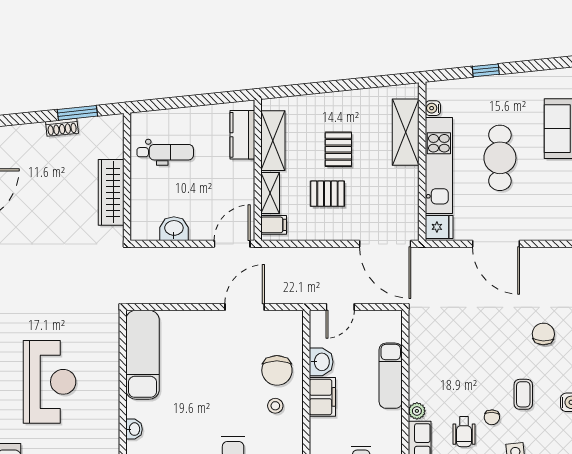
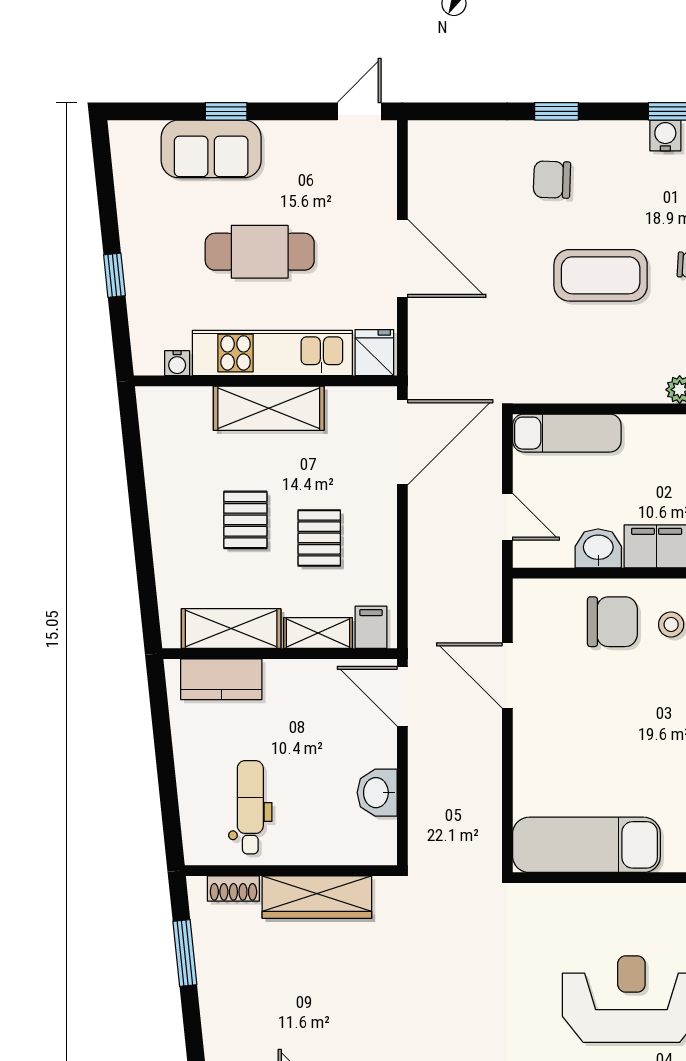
shoe rack: (62, 127) -> (233, 889), moved, turned 96
shelving: (406, 132) -> (269, 408), moved
pallet: (338, 149) -> (245, 520), turned 90
door: (496, 244) -> (402, 258), hinge flipped
exam couch: (391, 376) -> (567, 433), moved
coffee table: (523, 394) -> (601, 275), moved, width x1.86, depth x1.72

